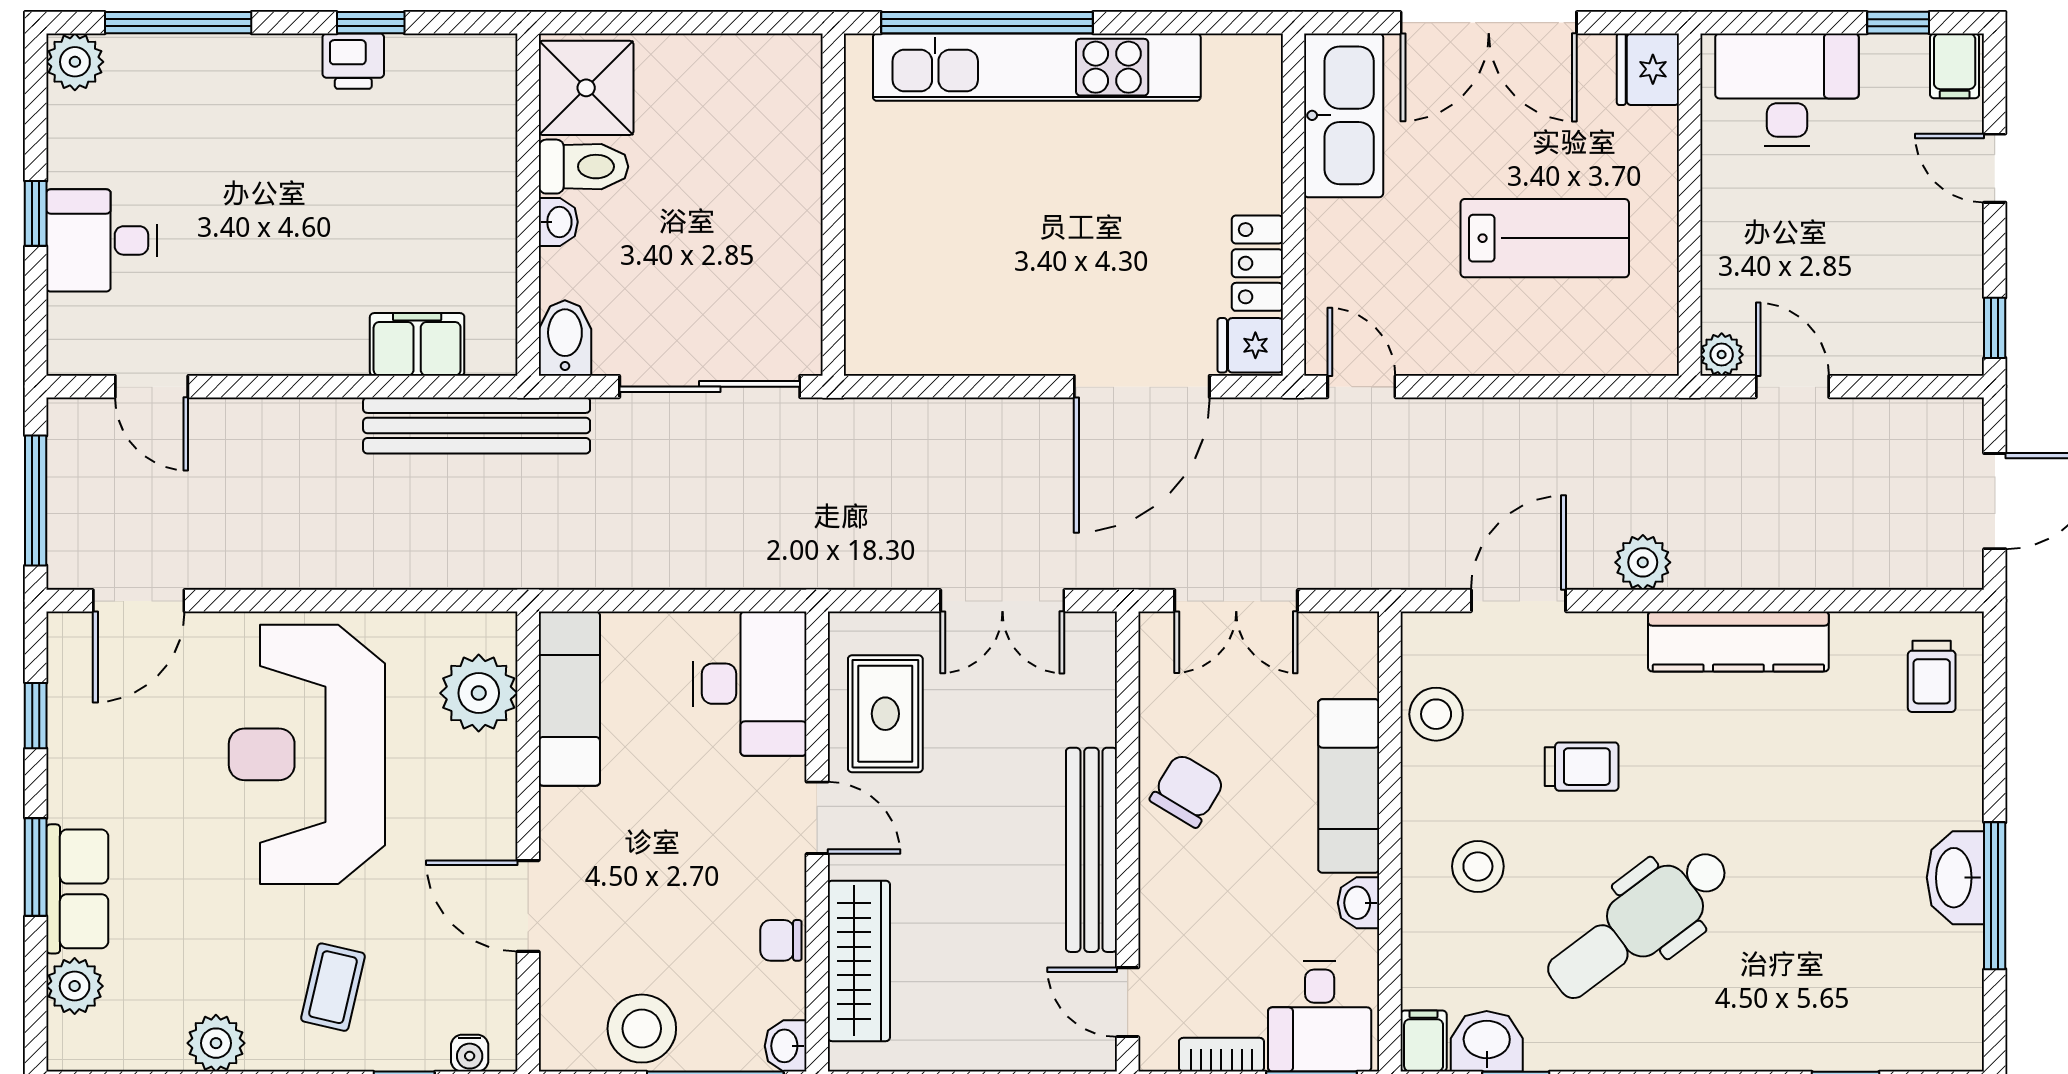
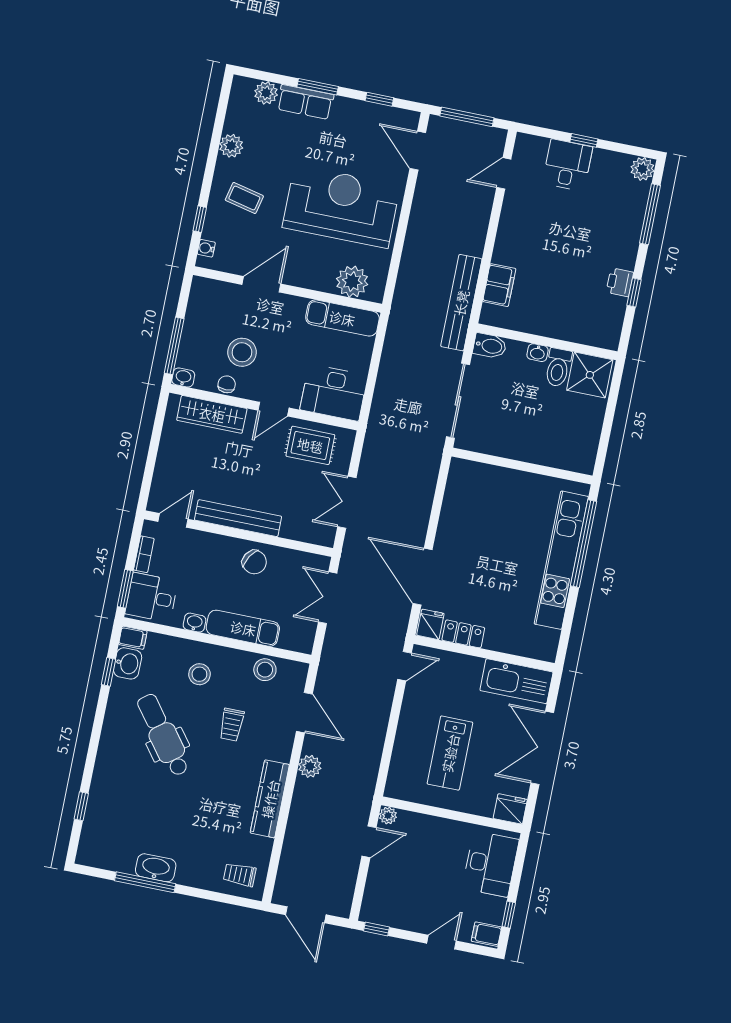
stool: (642, 1029) -> (242, 352), moved

